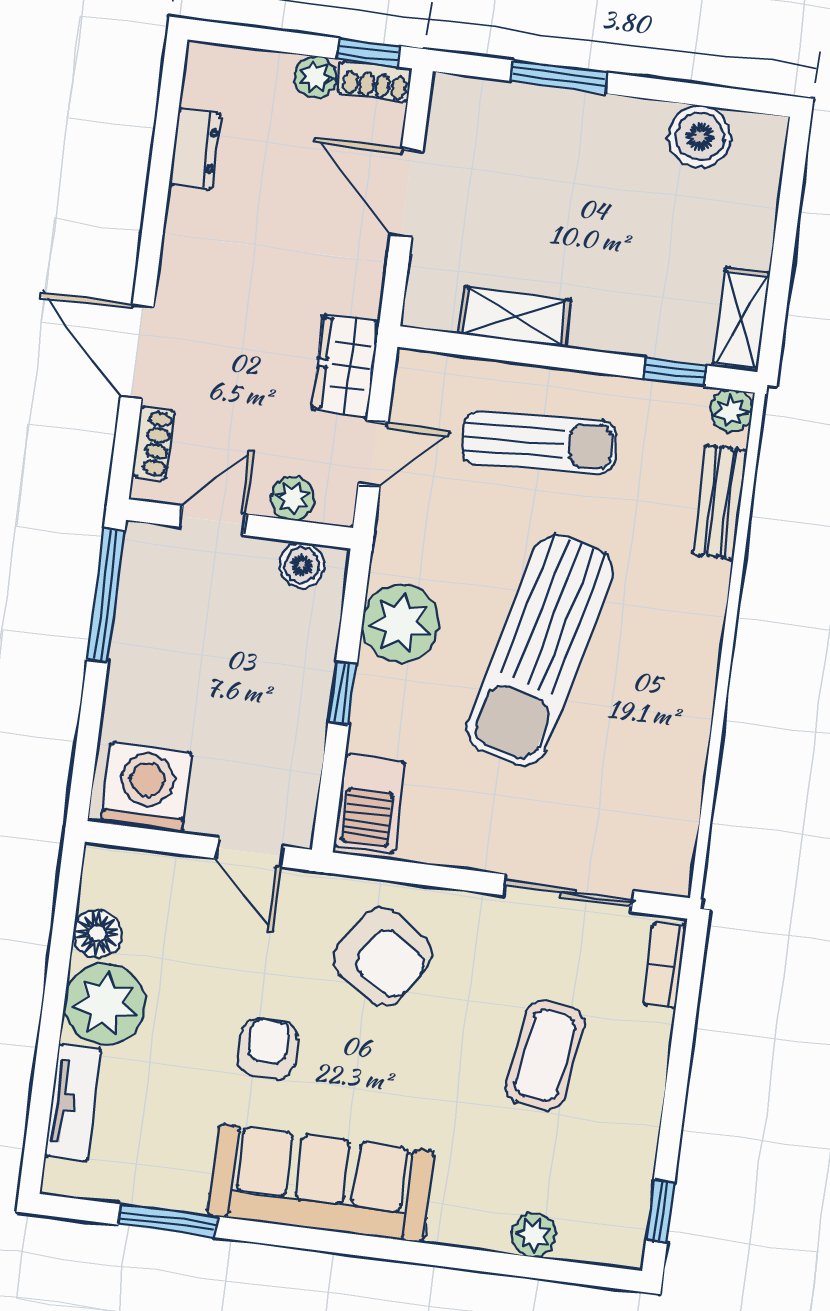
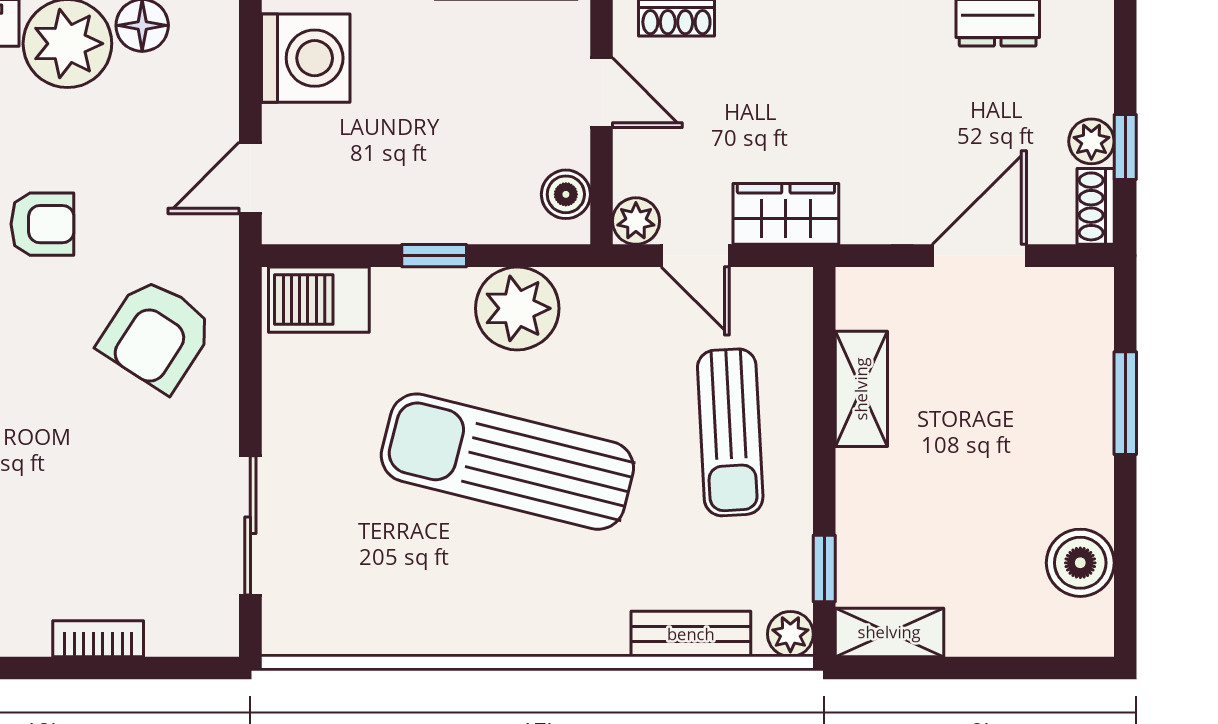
window: (368, 52) -> (1125, 147), moved
plant: (293, 498) -> (636, 221), moved
bookcase: (665, 965) -> (98, 639), moved
coffee table: (545, 1055) -> (73, 523), removed

